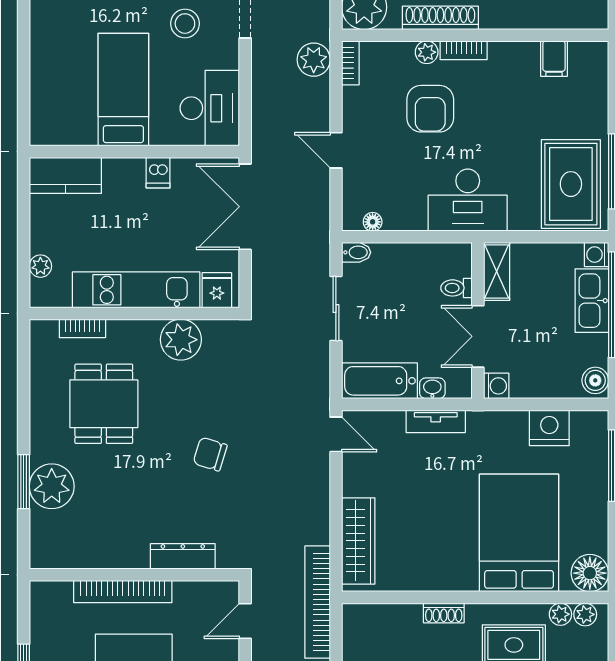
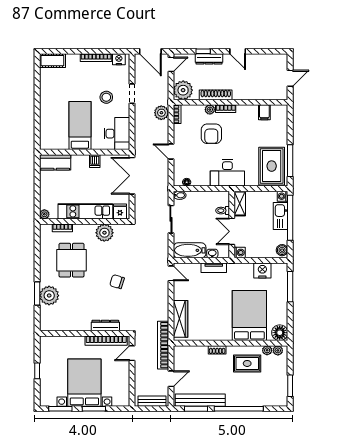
plant: (40, 266) -> (44, 214), moved
bookcase: (123, 592) -> (106, 341), moved

